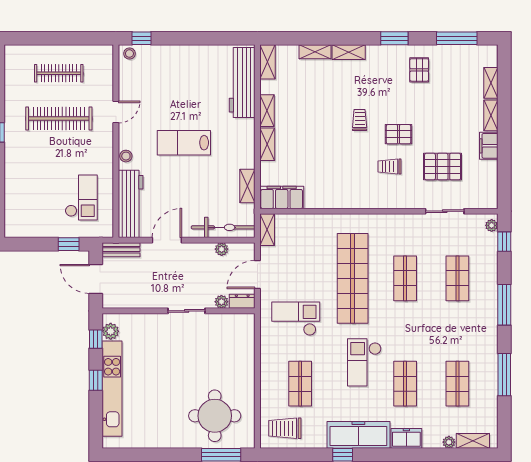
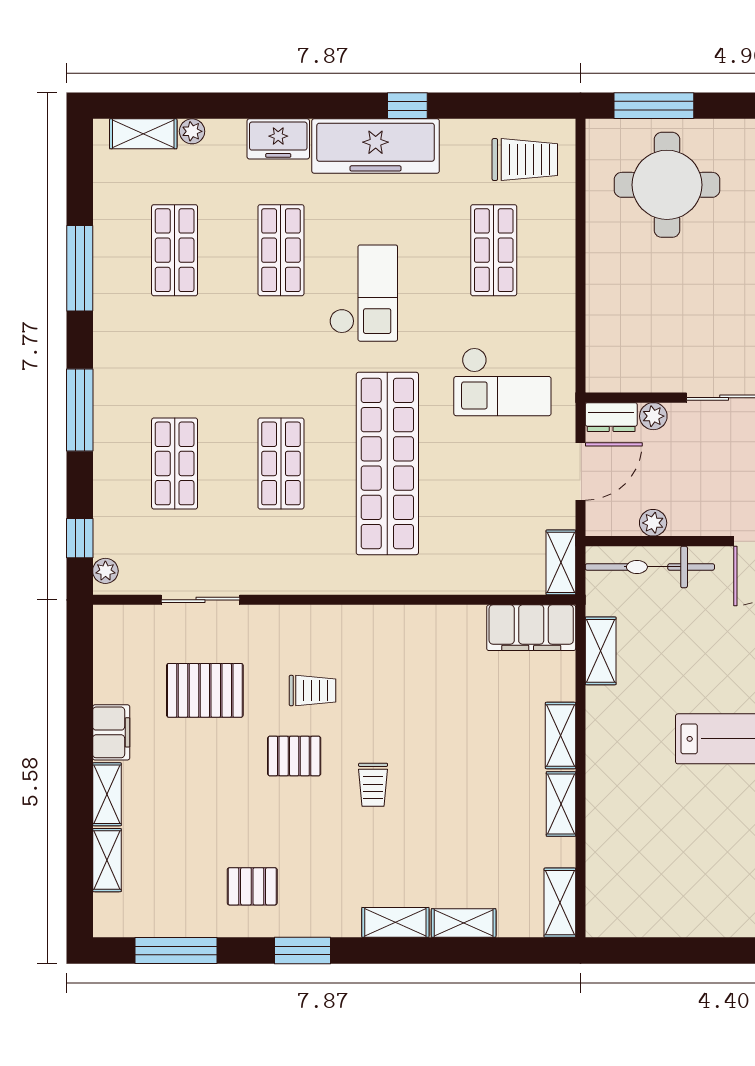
pallet: (419, 70) -> (252, 886), turned 90
workbench: (242, 83) -> (611, 861), removed

